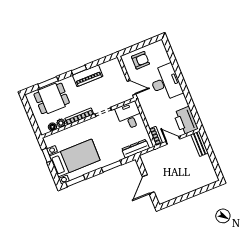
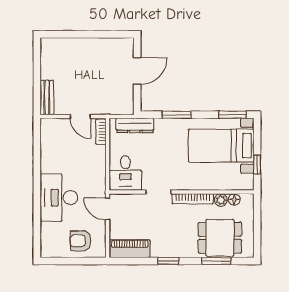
piano: (88, 76) -> (130, 249), moved
printer: (186, 121) -> (53, 136), removed

